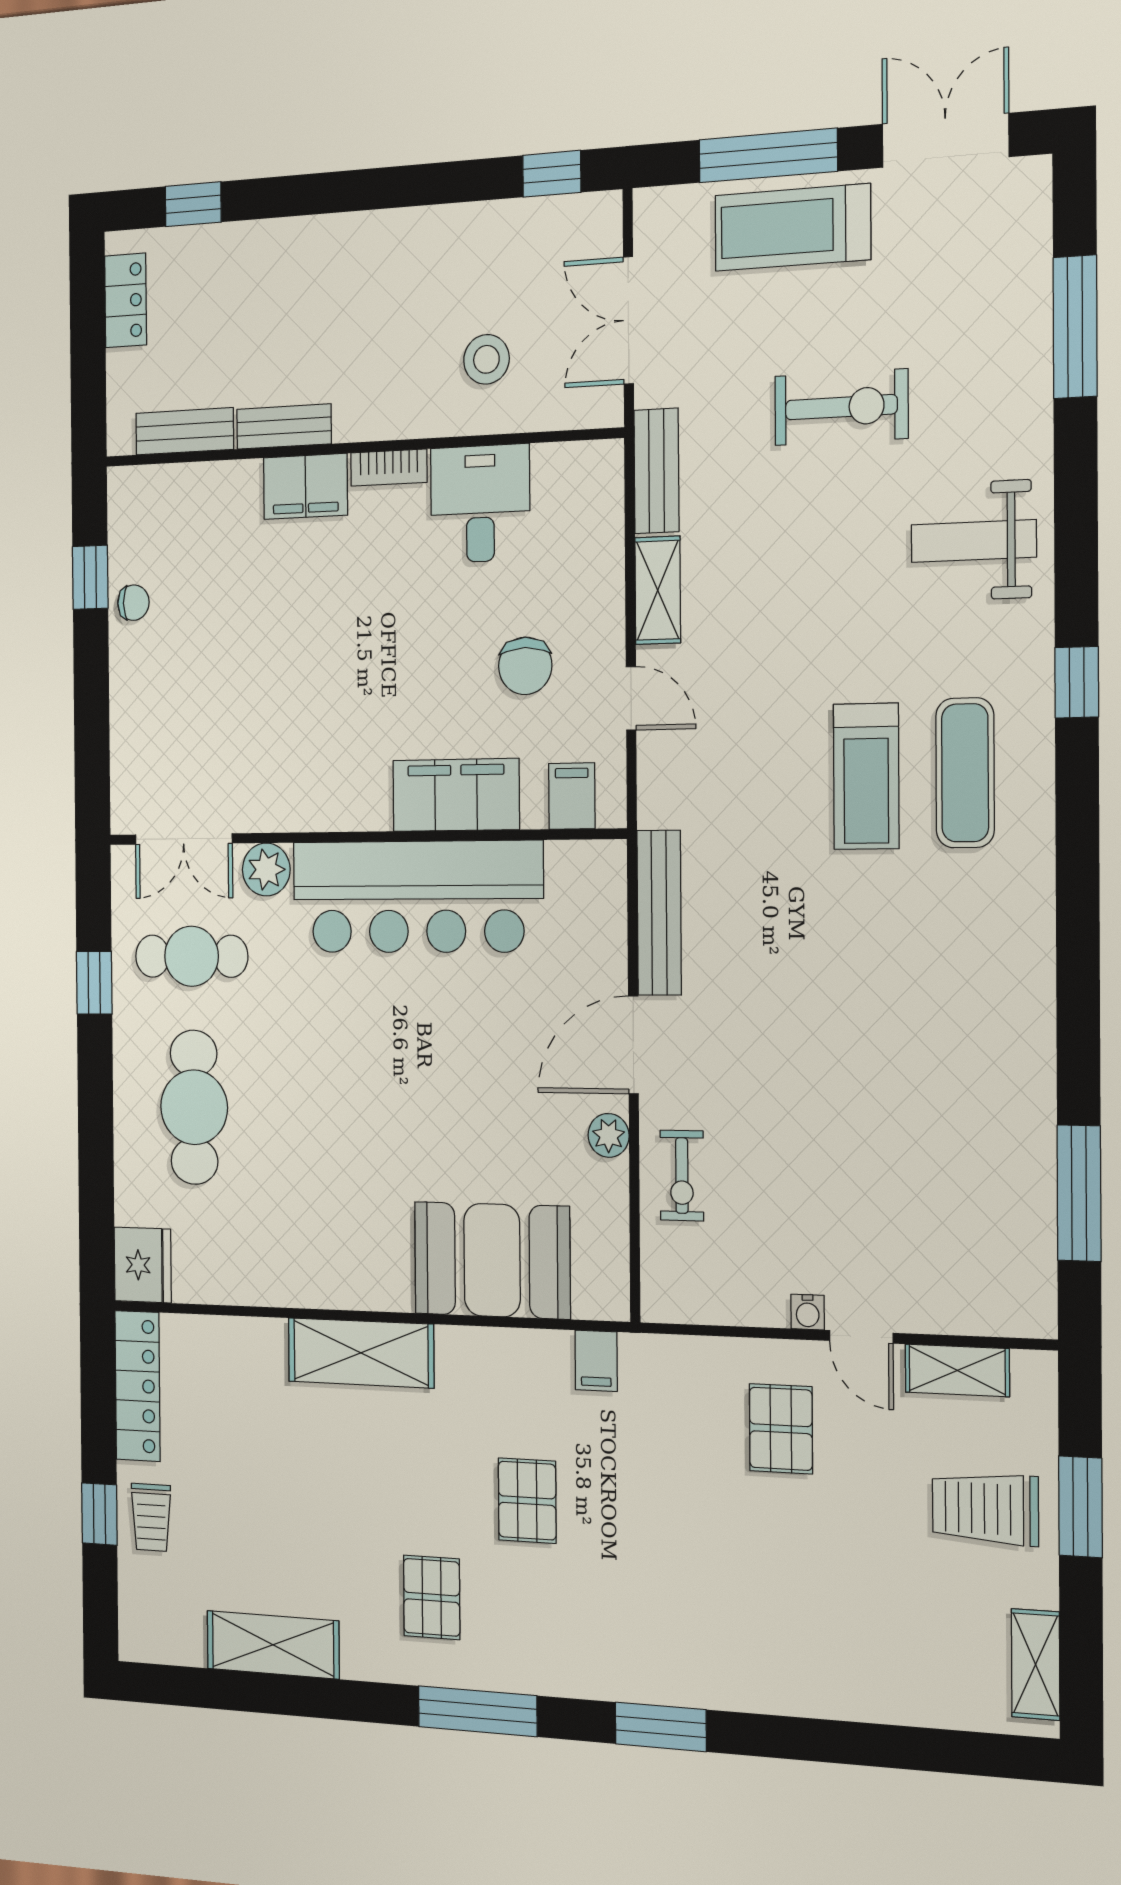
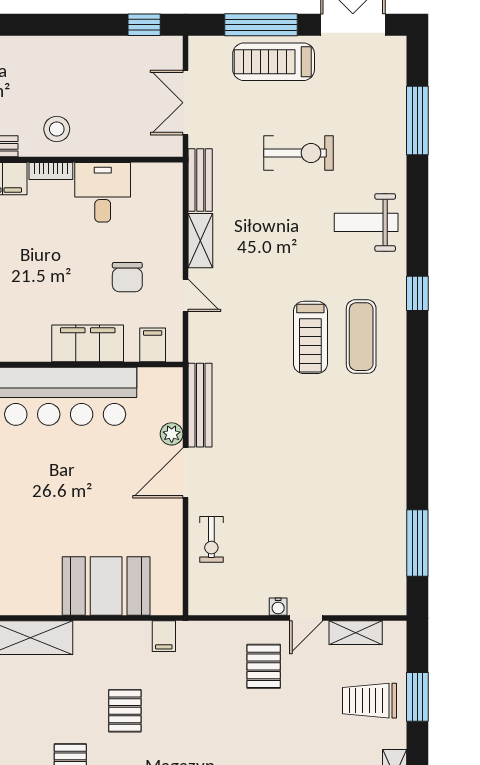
stool: (486, 359) -> (57, 129), moved
plant: (609, 1135) -> (172, 434), moved
door: (861, 1337) -> (306, 618), hinge flipped

